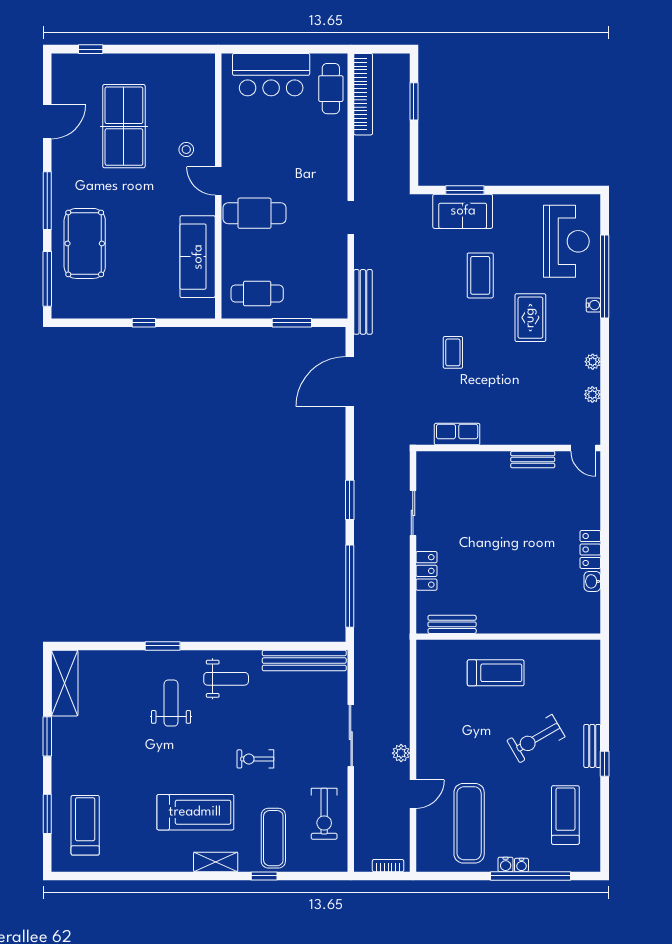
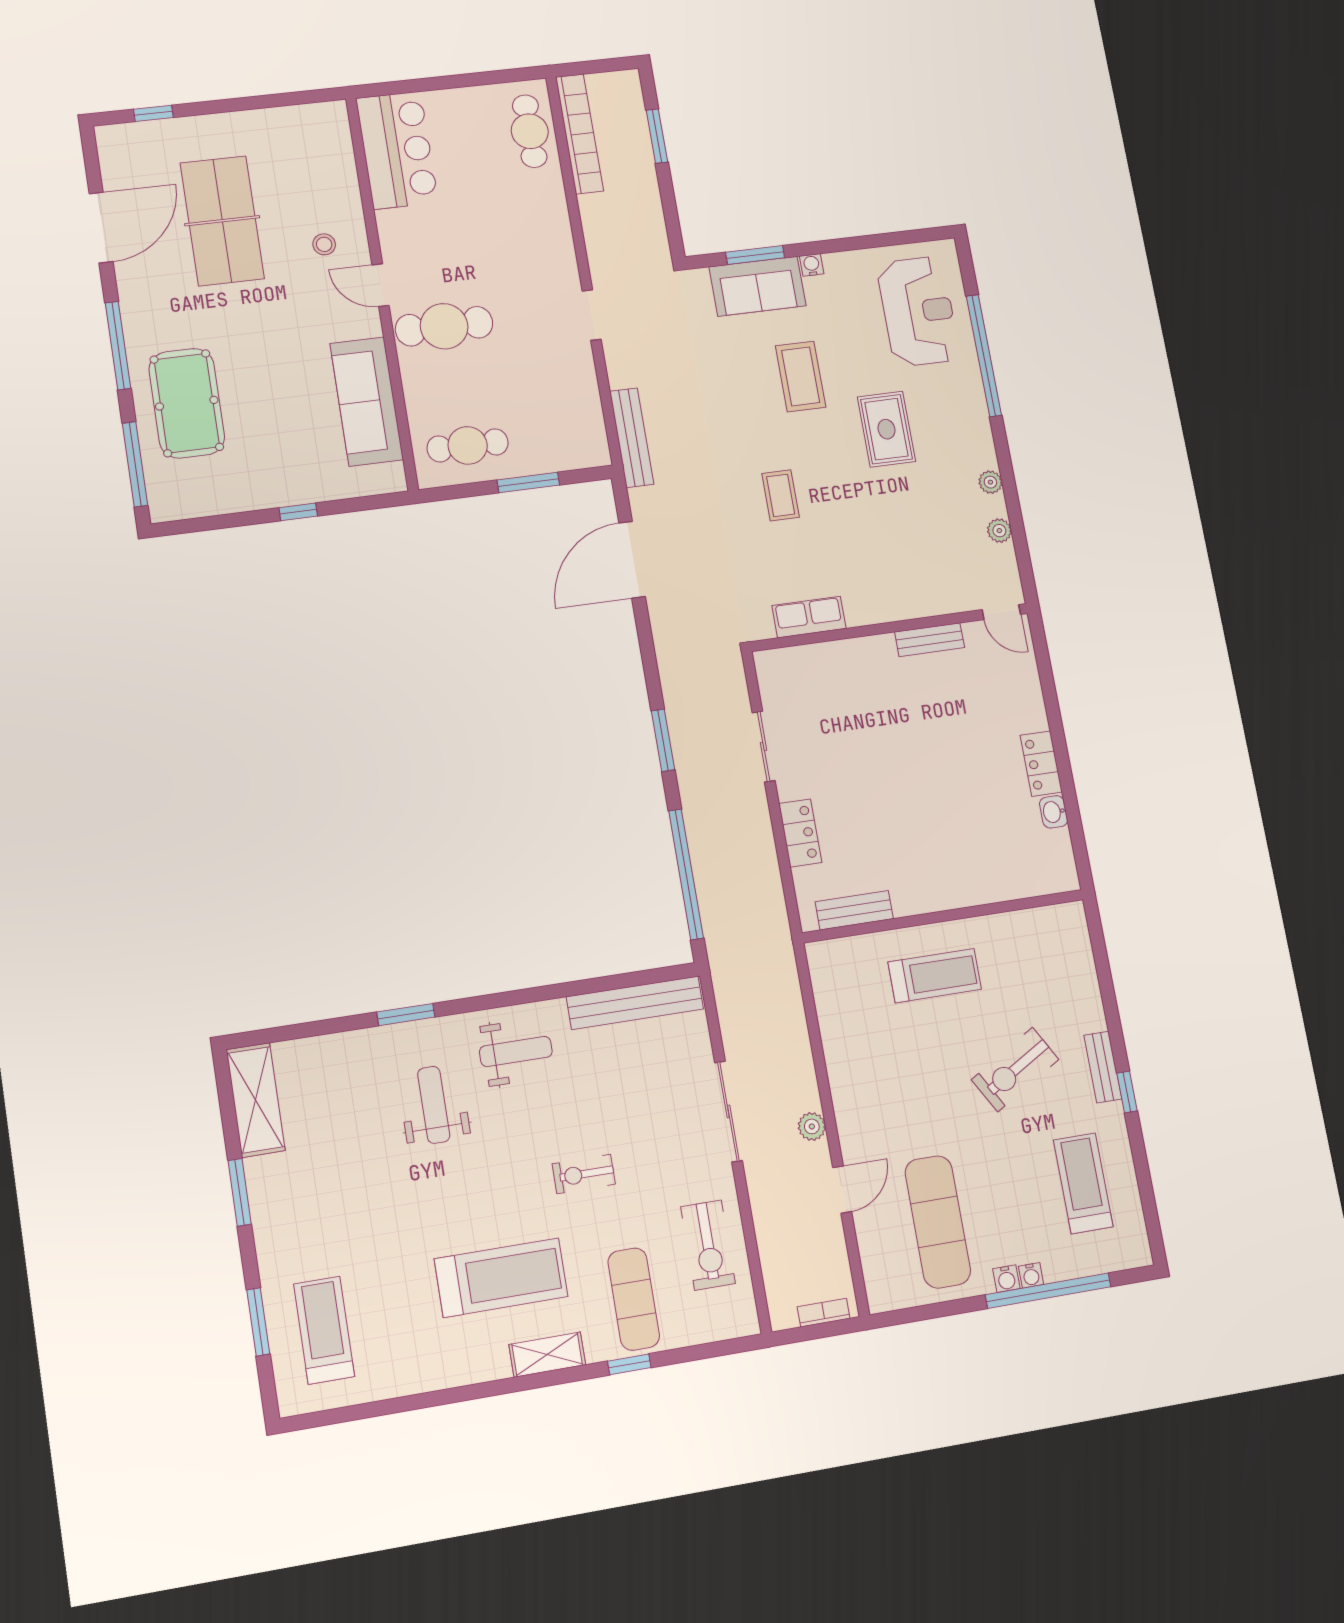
bar counter: (271, 75) -> (397, 150), moved, turned -90
door: (47, 122) -> (101, 228), width x1.36
water cooler: (593, 305) -> (812, 265), moved, turned -90

